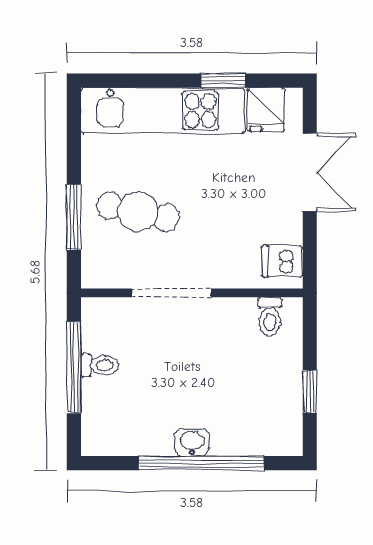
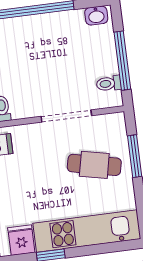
toilet: (100, 365) -> (109, 84), moved
washbasin: (192, 442) -> (96, 16), moved

